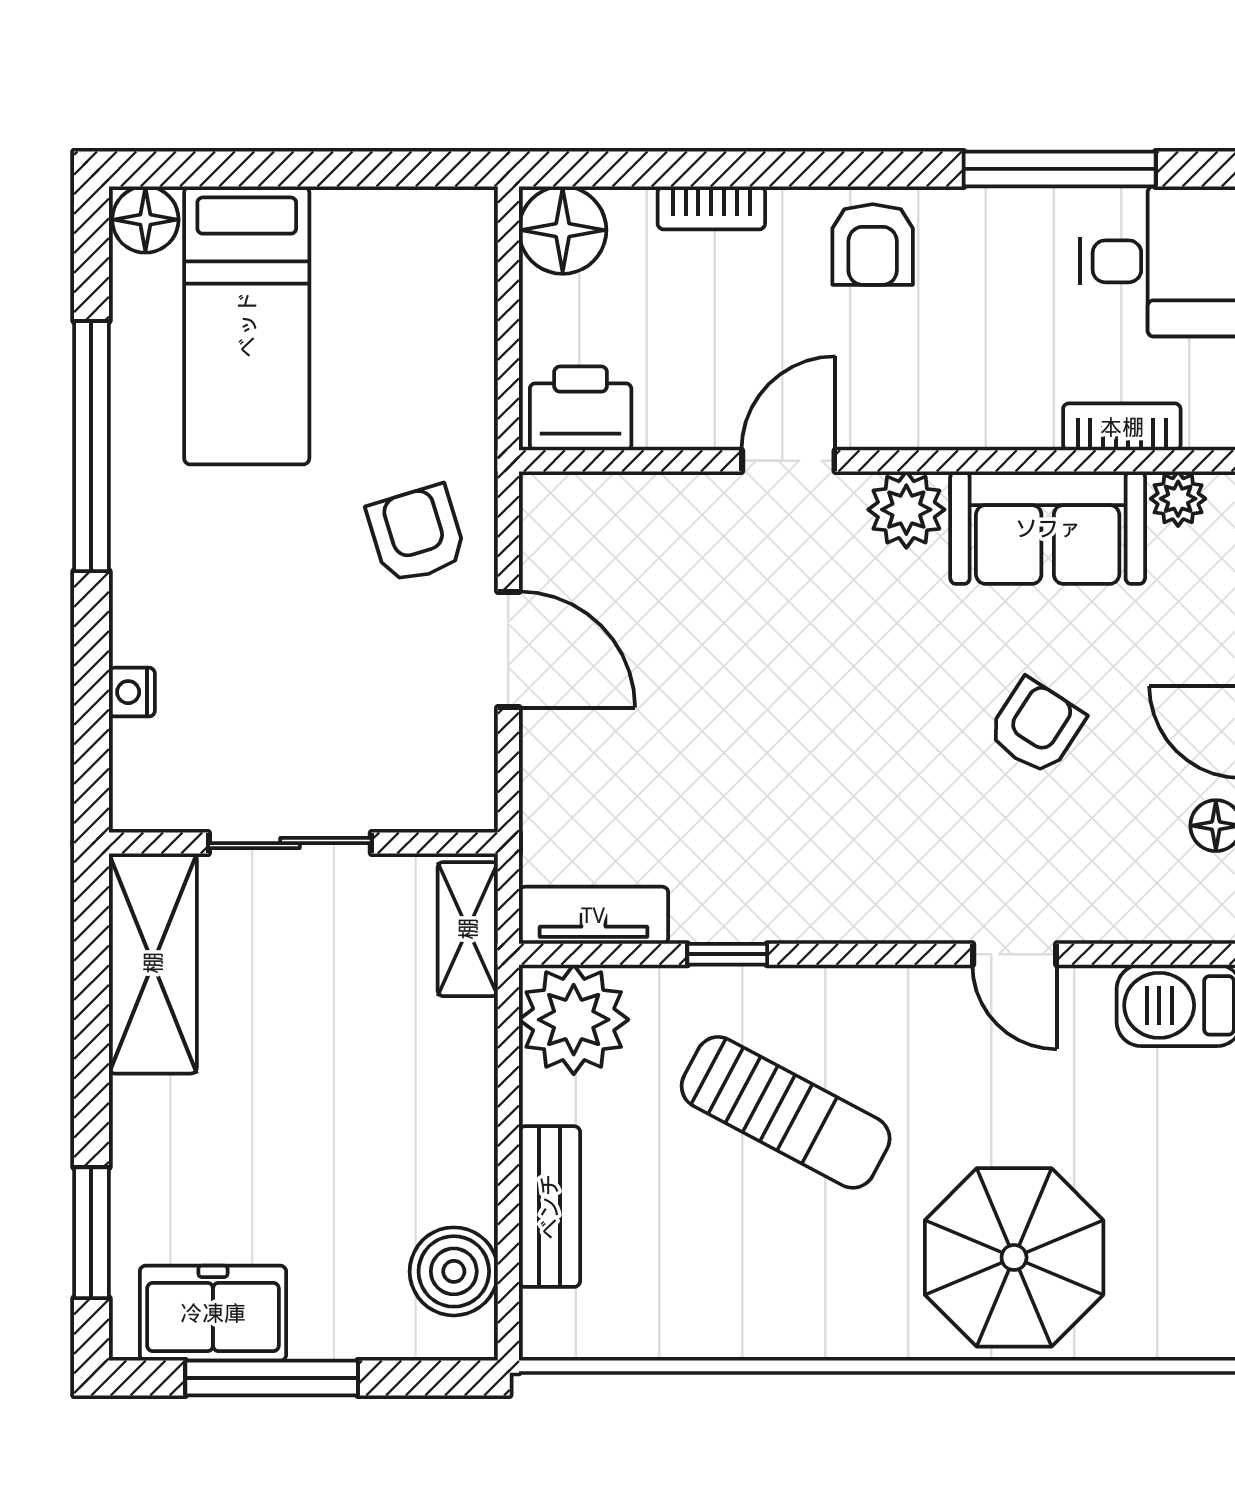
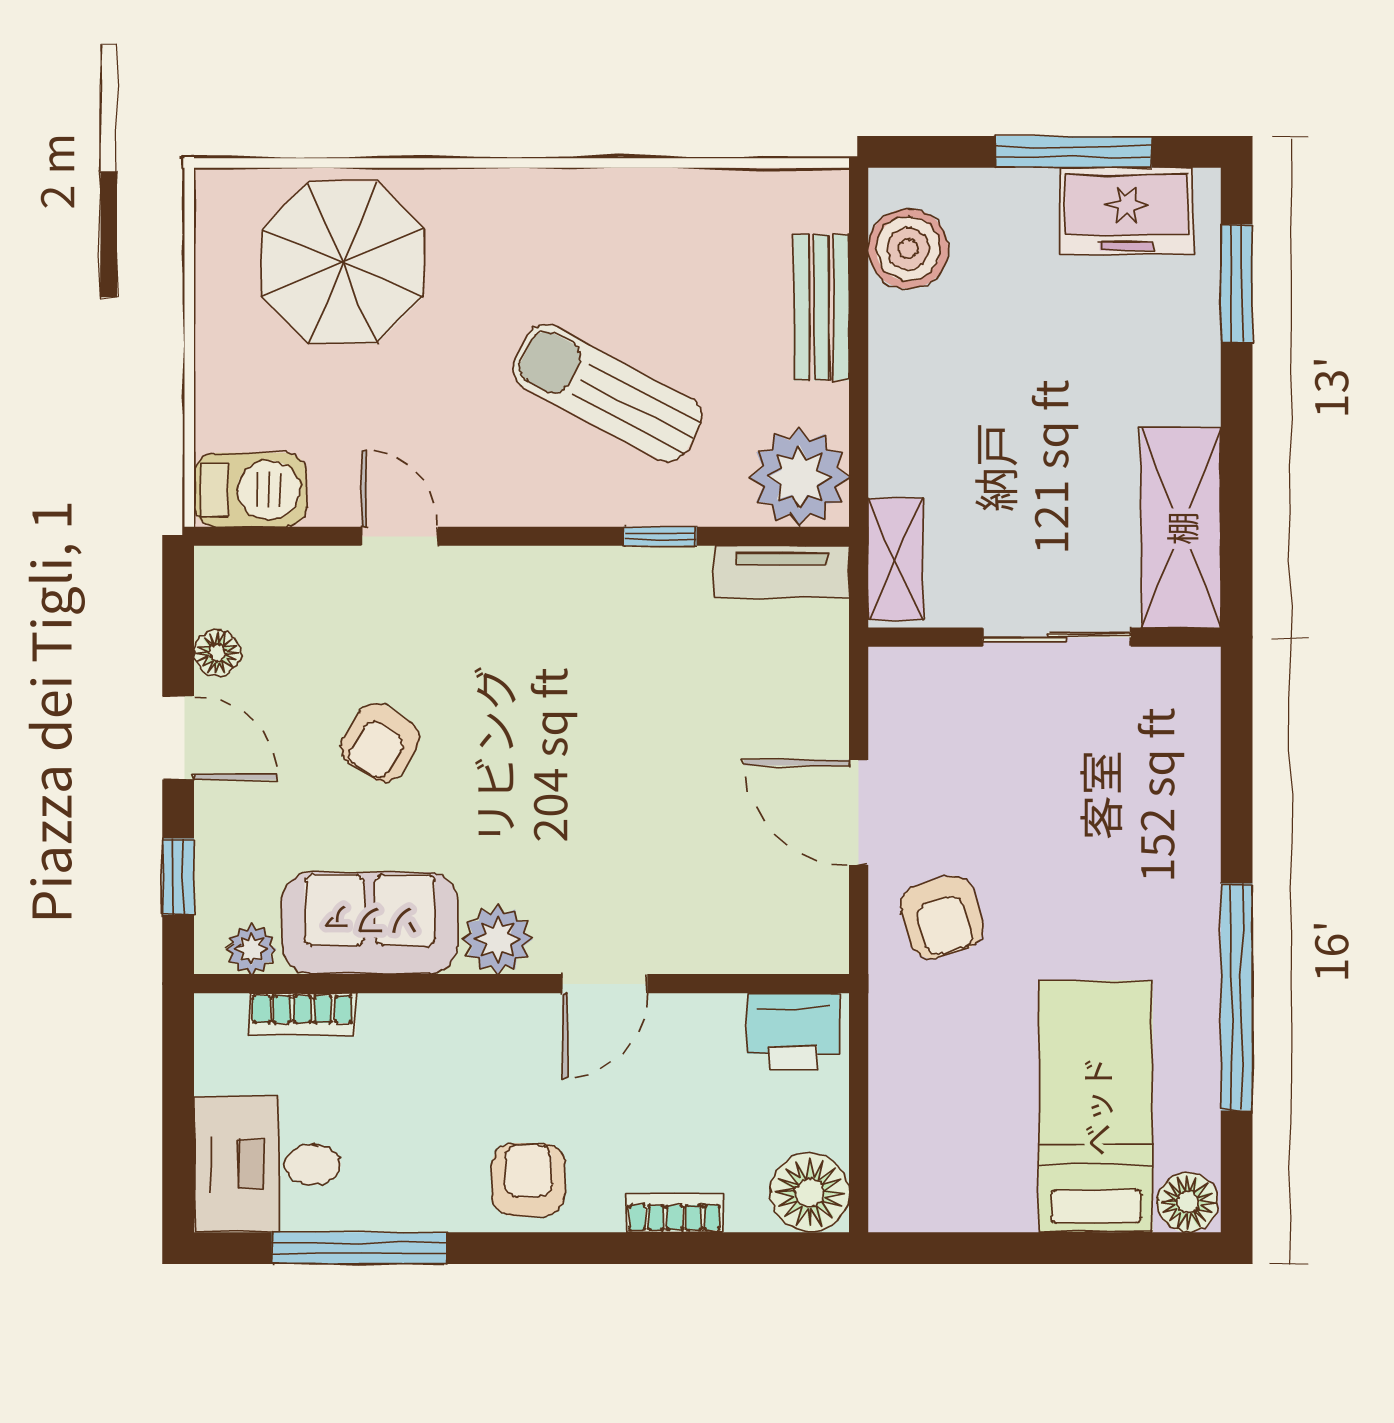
nightstand: (132, 692) -> (1200, 774), removed
parasol: (1014, 1257) -> (343, 263), moved

